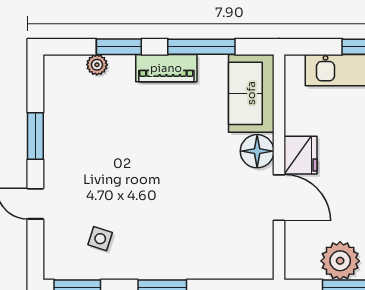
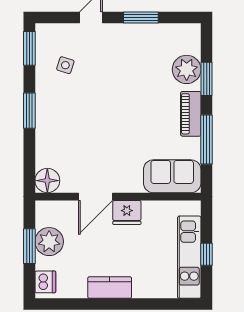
plant: (97, 65) -> (187, 69), width x1.88, depth x1.88
floor lamp: (257, 151) -> (47, 181), moved

